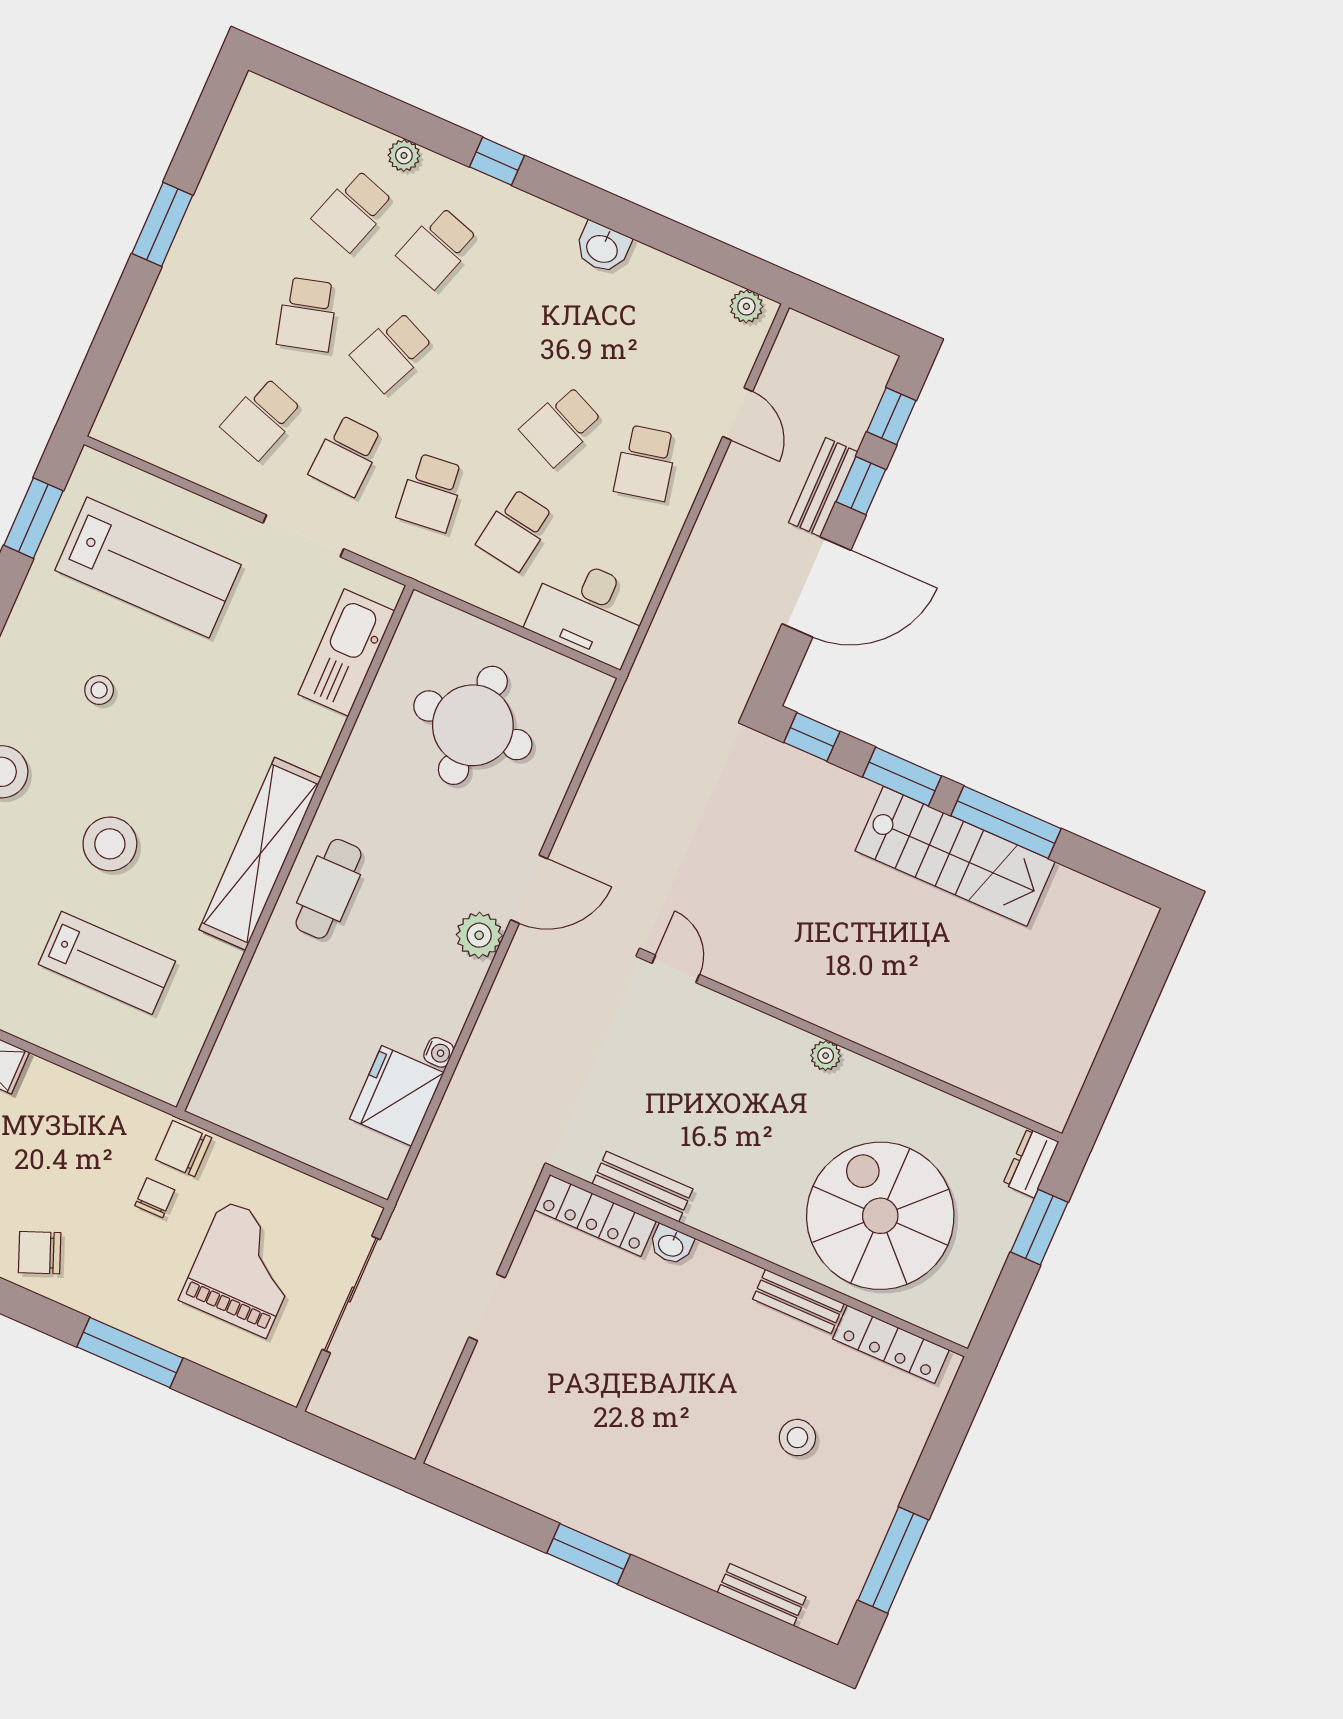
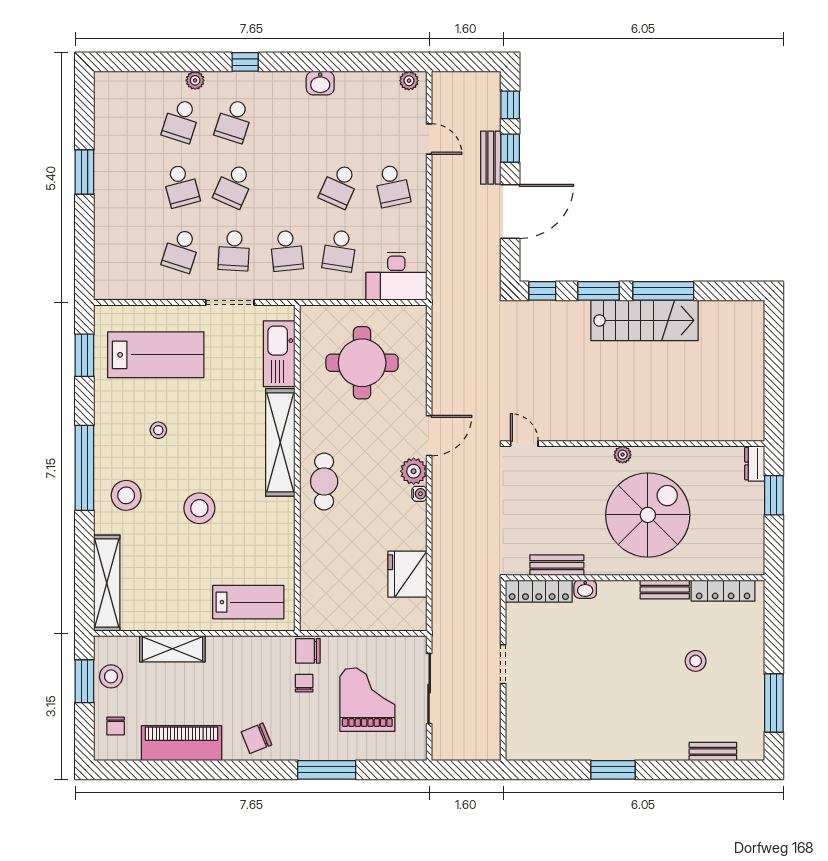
shelving: (260, 854) -> (280, 442), moved
lab bench: (107, 963) -> (248, 602), moved
water cooler: (439, 1052) -> (419, 494), moved
spiral stairs: (880, 1216) -> (648, 515), moved, turned 90

